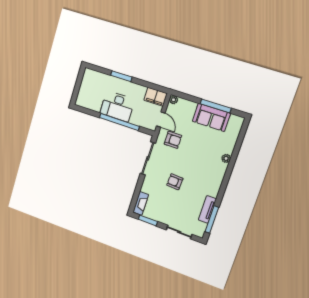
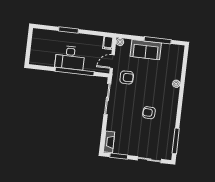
filing cabinet: (156, 97) -> (108, 43), width x0.50
sofa: (211, 117) -> (146, 50), moved
door: (161, 120) -> (112, 62), swing flipped
armchair: (175, 182) -> (149, 113), moved
tv unit: (207, 209) -> (170, 133), removed

